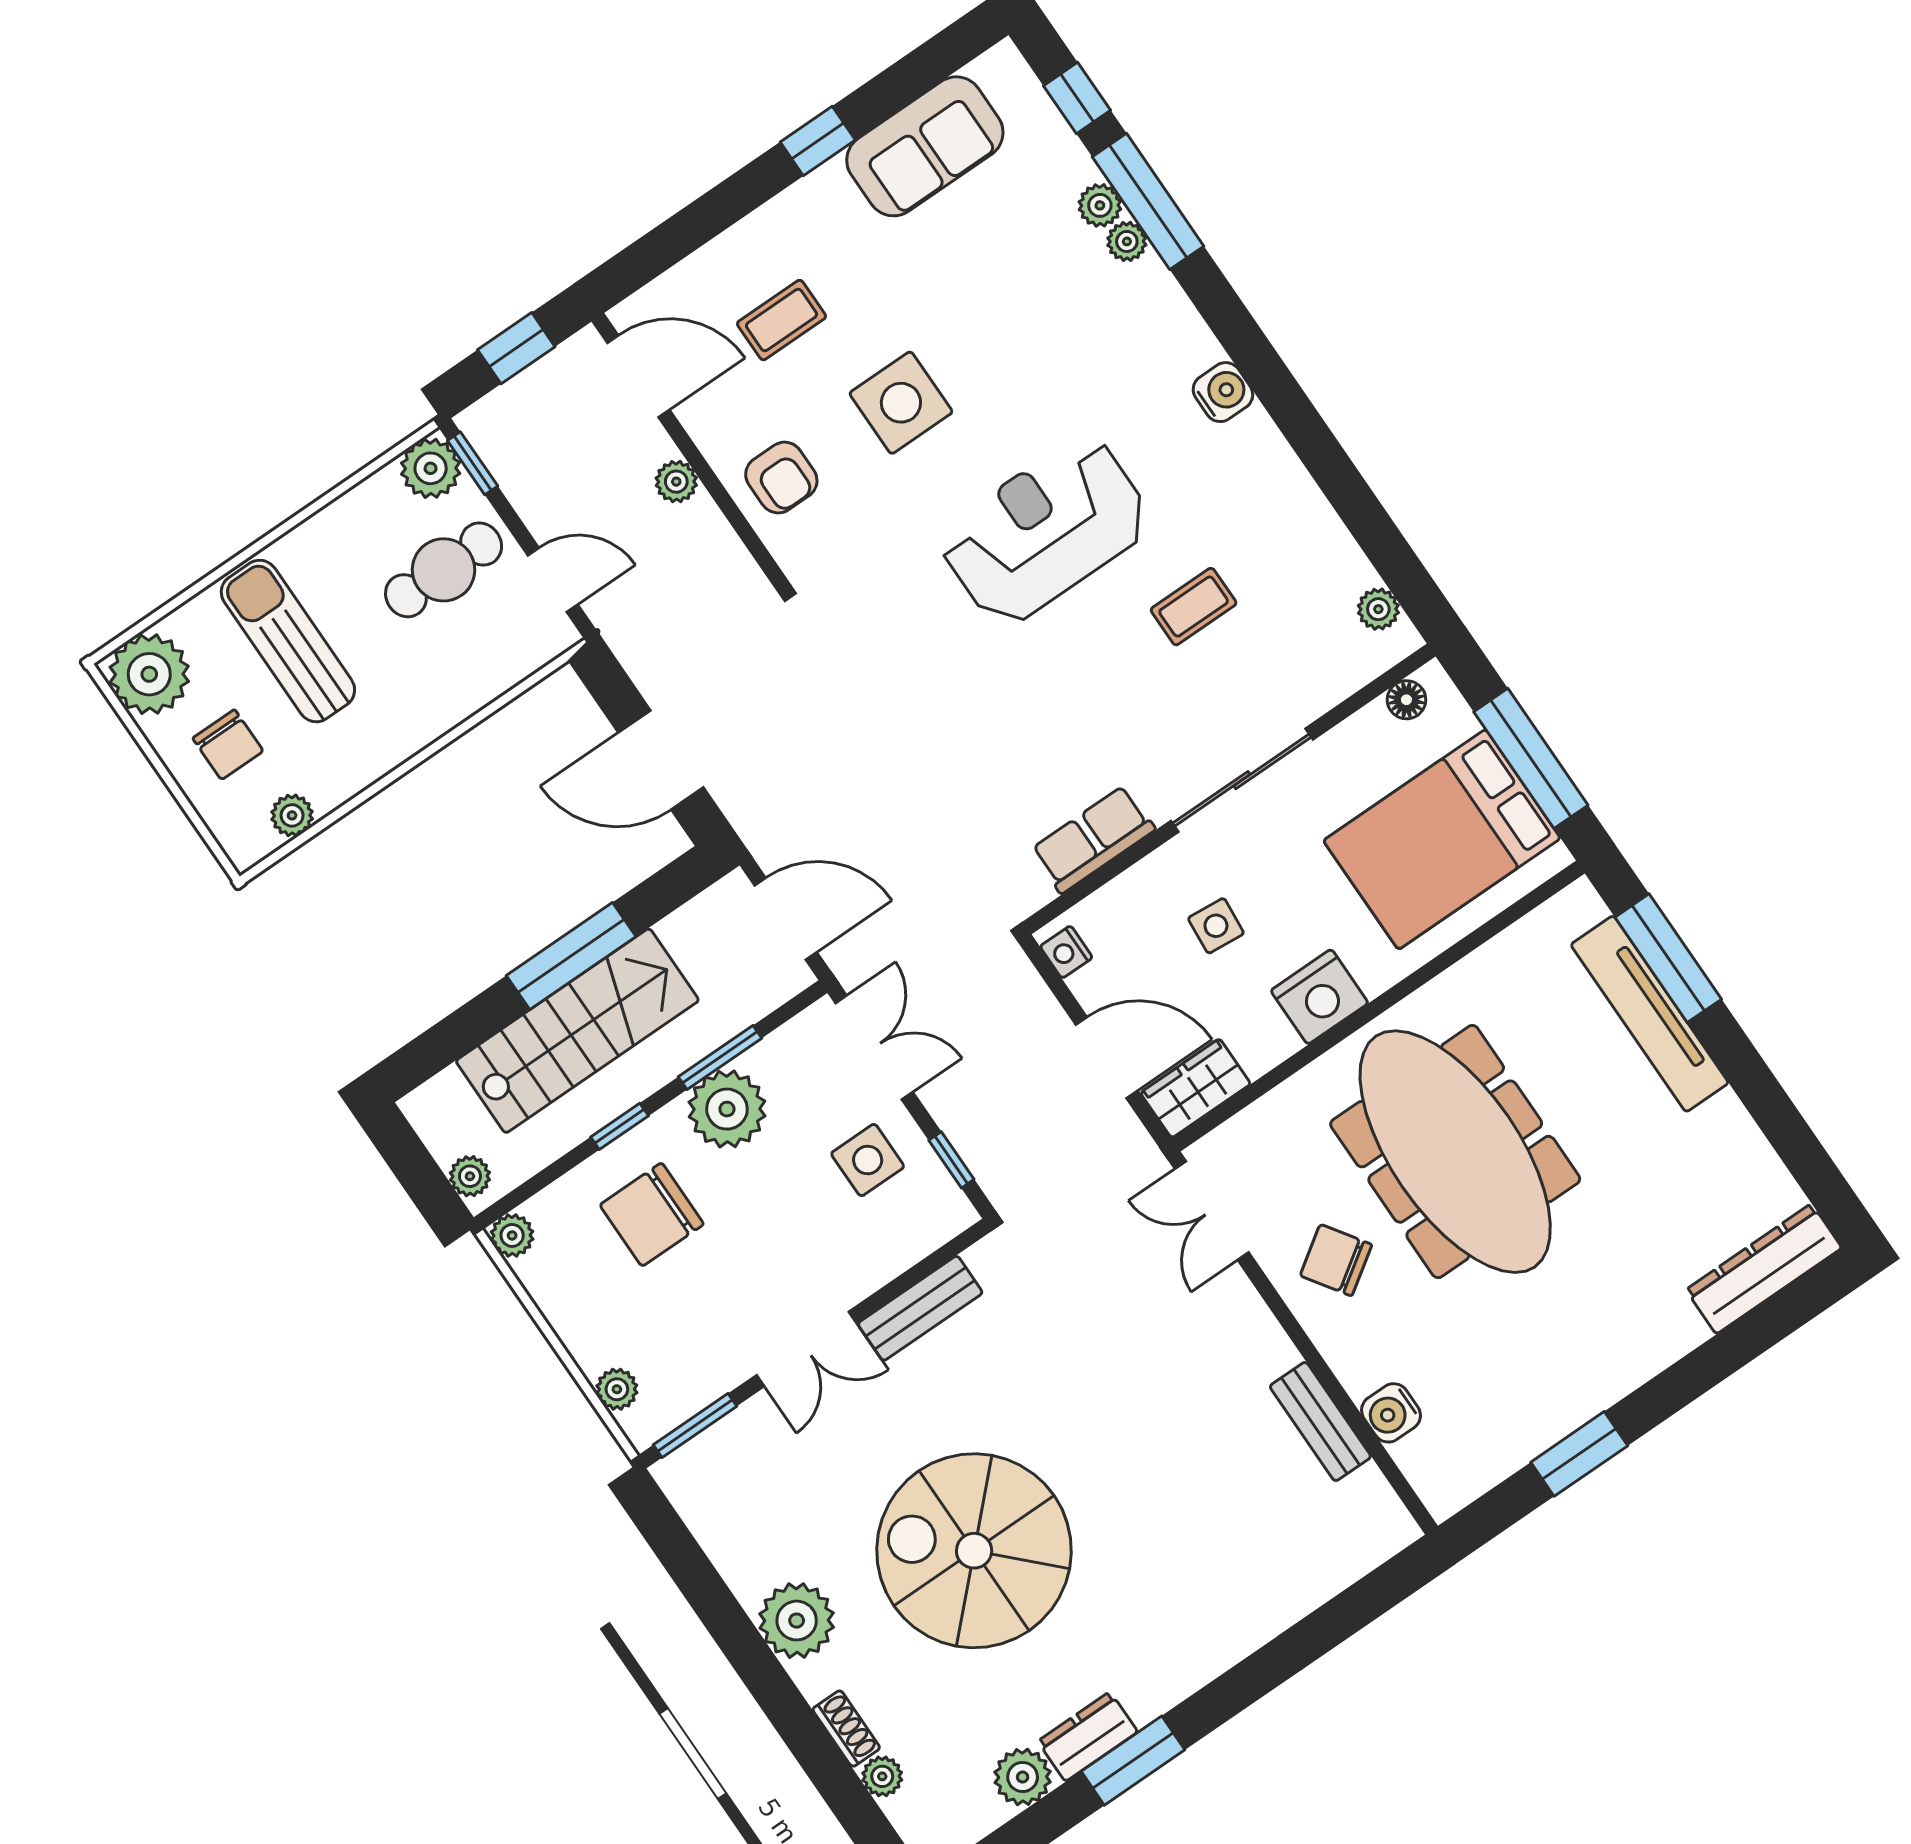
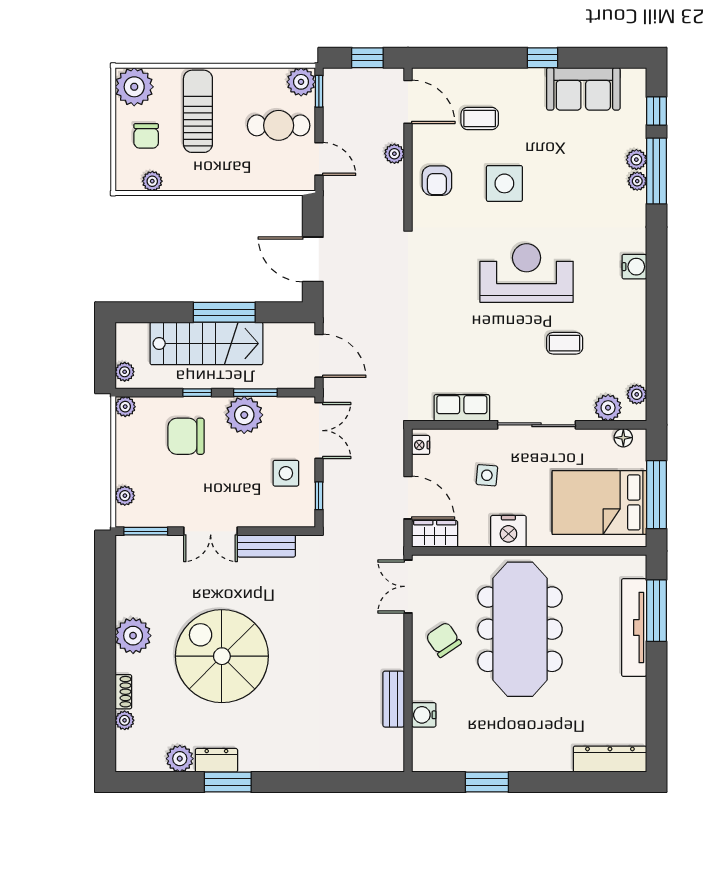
plant: (1345, 666) -> (608, 408), added

